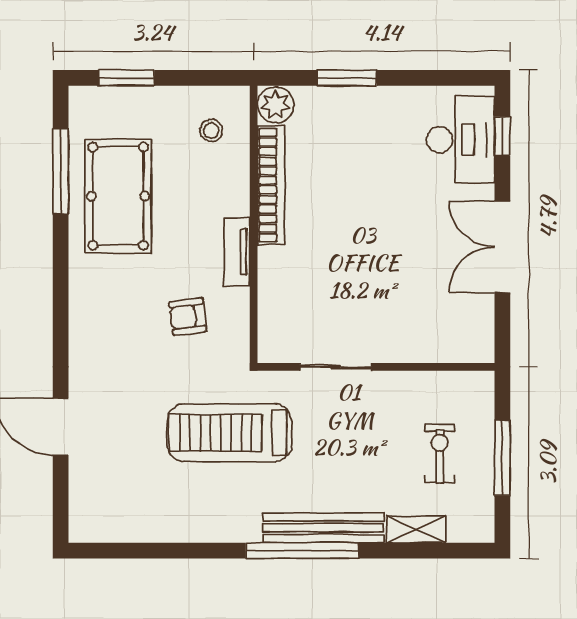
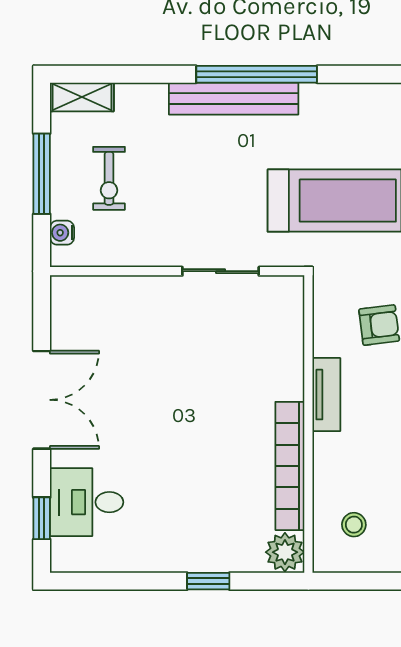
window: (347, 78) -> (208, 581), width x0.67
desk: (461, 140) -> (87, 502), width x0.73
water cooler: (483, 403) -> (62, 233), added
shelving: (416, 529) -> (82, 97), moved

